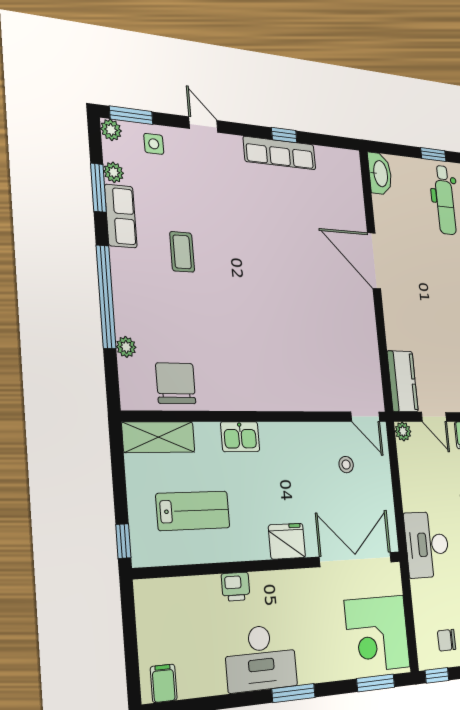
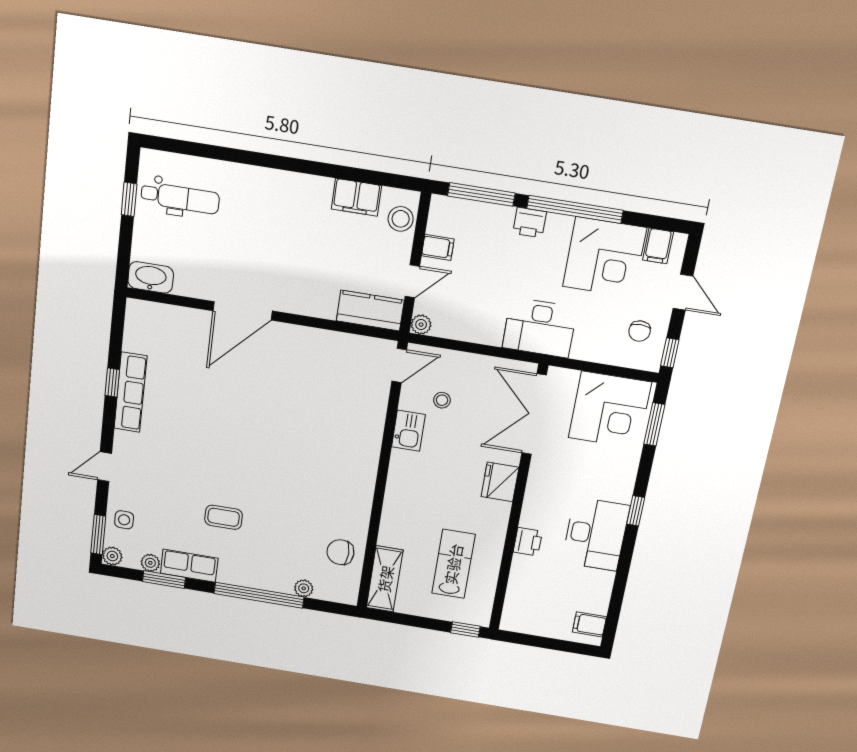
chair: (176, 383) -> (340, 552), width x0.73, depth x0.73
kitchen sink: (240, 437) -> (408, 431), moved
window: (294, 693) -> (636, 511), width x0.67

